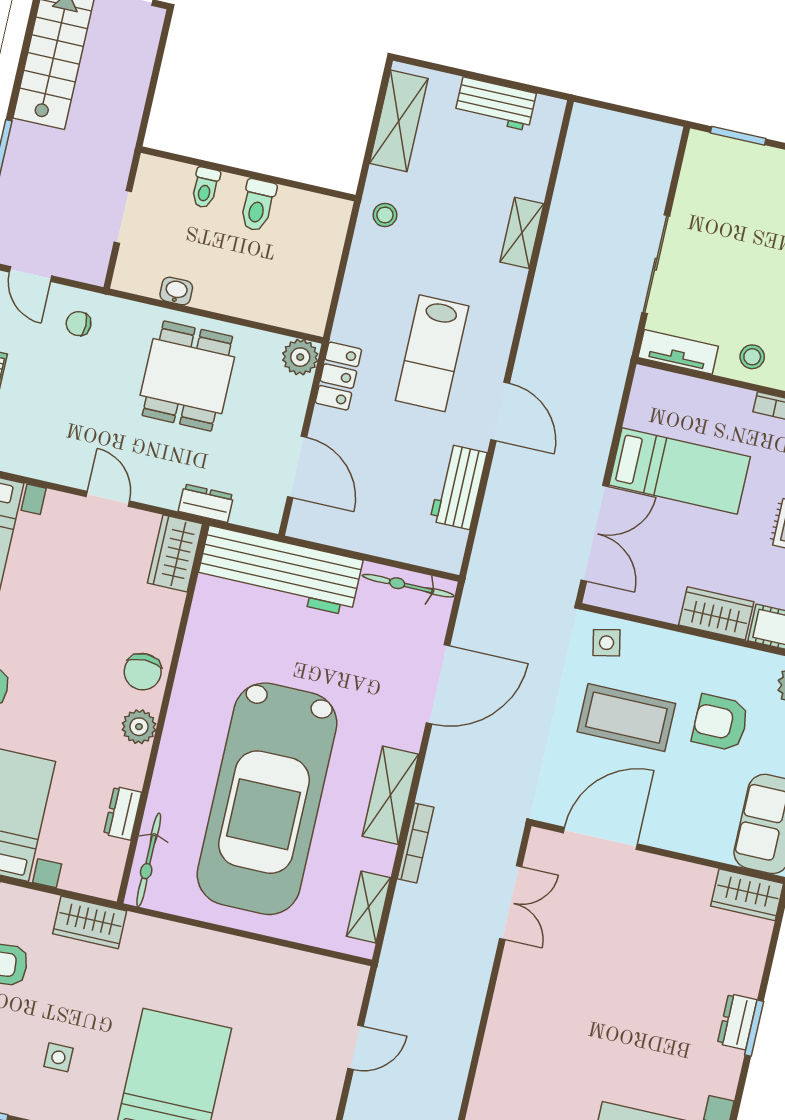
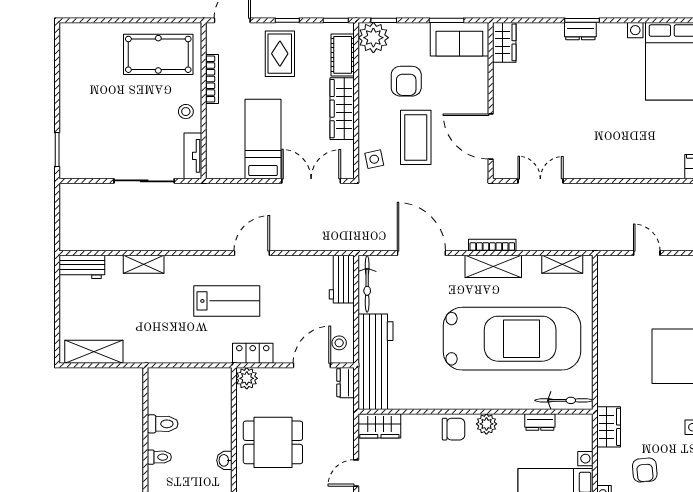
workbench: (495, 104) -> (82, 267), moved, turned 90
stool: (385, 215) -> (339, 343), moved
workbench: (458, 487) -> (342, 279), moved, turned 90
dresser: (206, 503) -> (346, 383), moved
wardrobe: (716, 613) -> (342, 109), width x1.50
bookcase: (416, 843) -> (492, 245), moved

